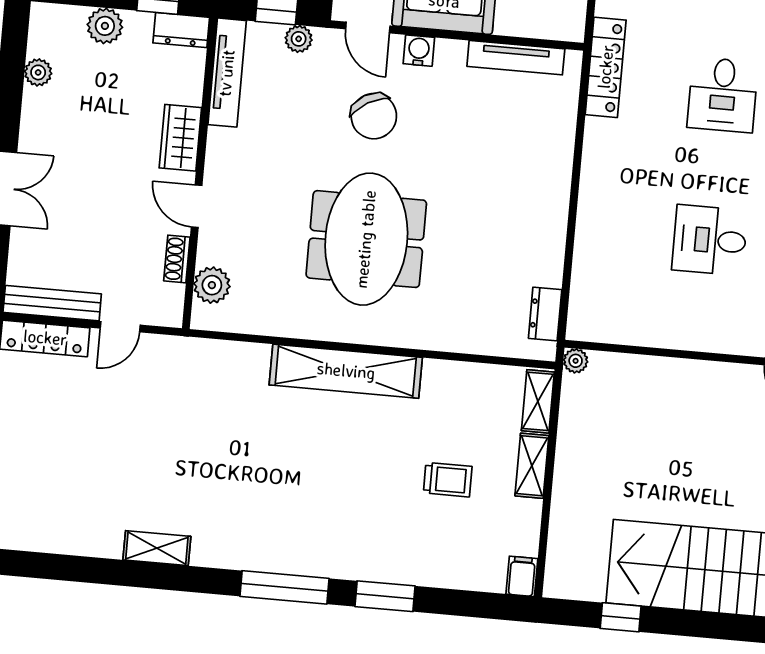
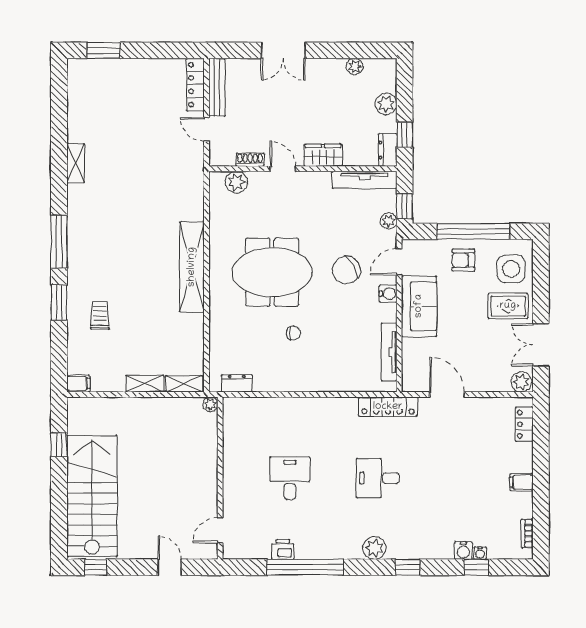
door: (197, 206) -> (283, 169), hinge flipped
chair: (470, 213) -> (293, 333), added
trolley: (448, 480) -> (100, 315), moved, turned 180

